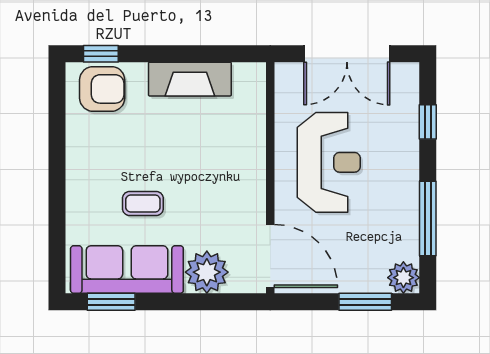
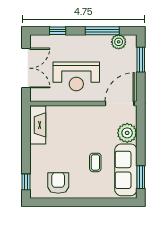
fireplace: (190, 79) -> (38, 125), moved
armchair: (102, 89) -> (58, 183), moved
reception desk: (329, 162) -> (76, 76), turned 180
plant: (403, 278) -> (119, 42), moved

